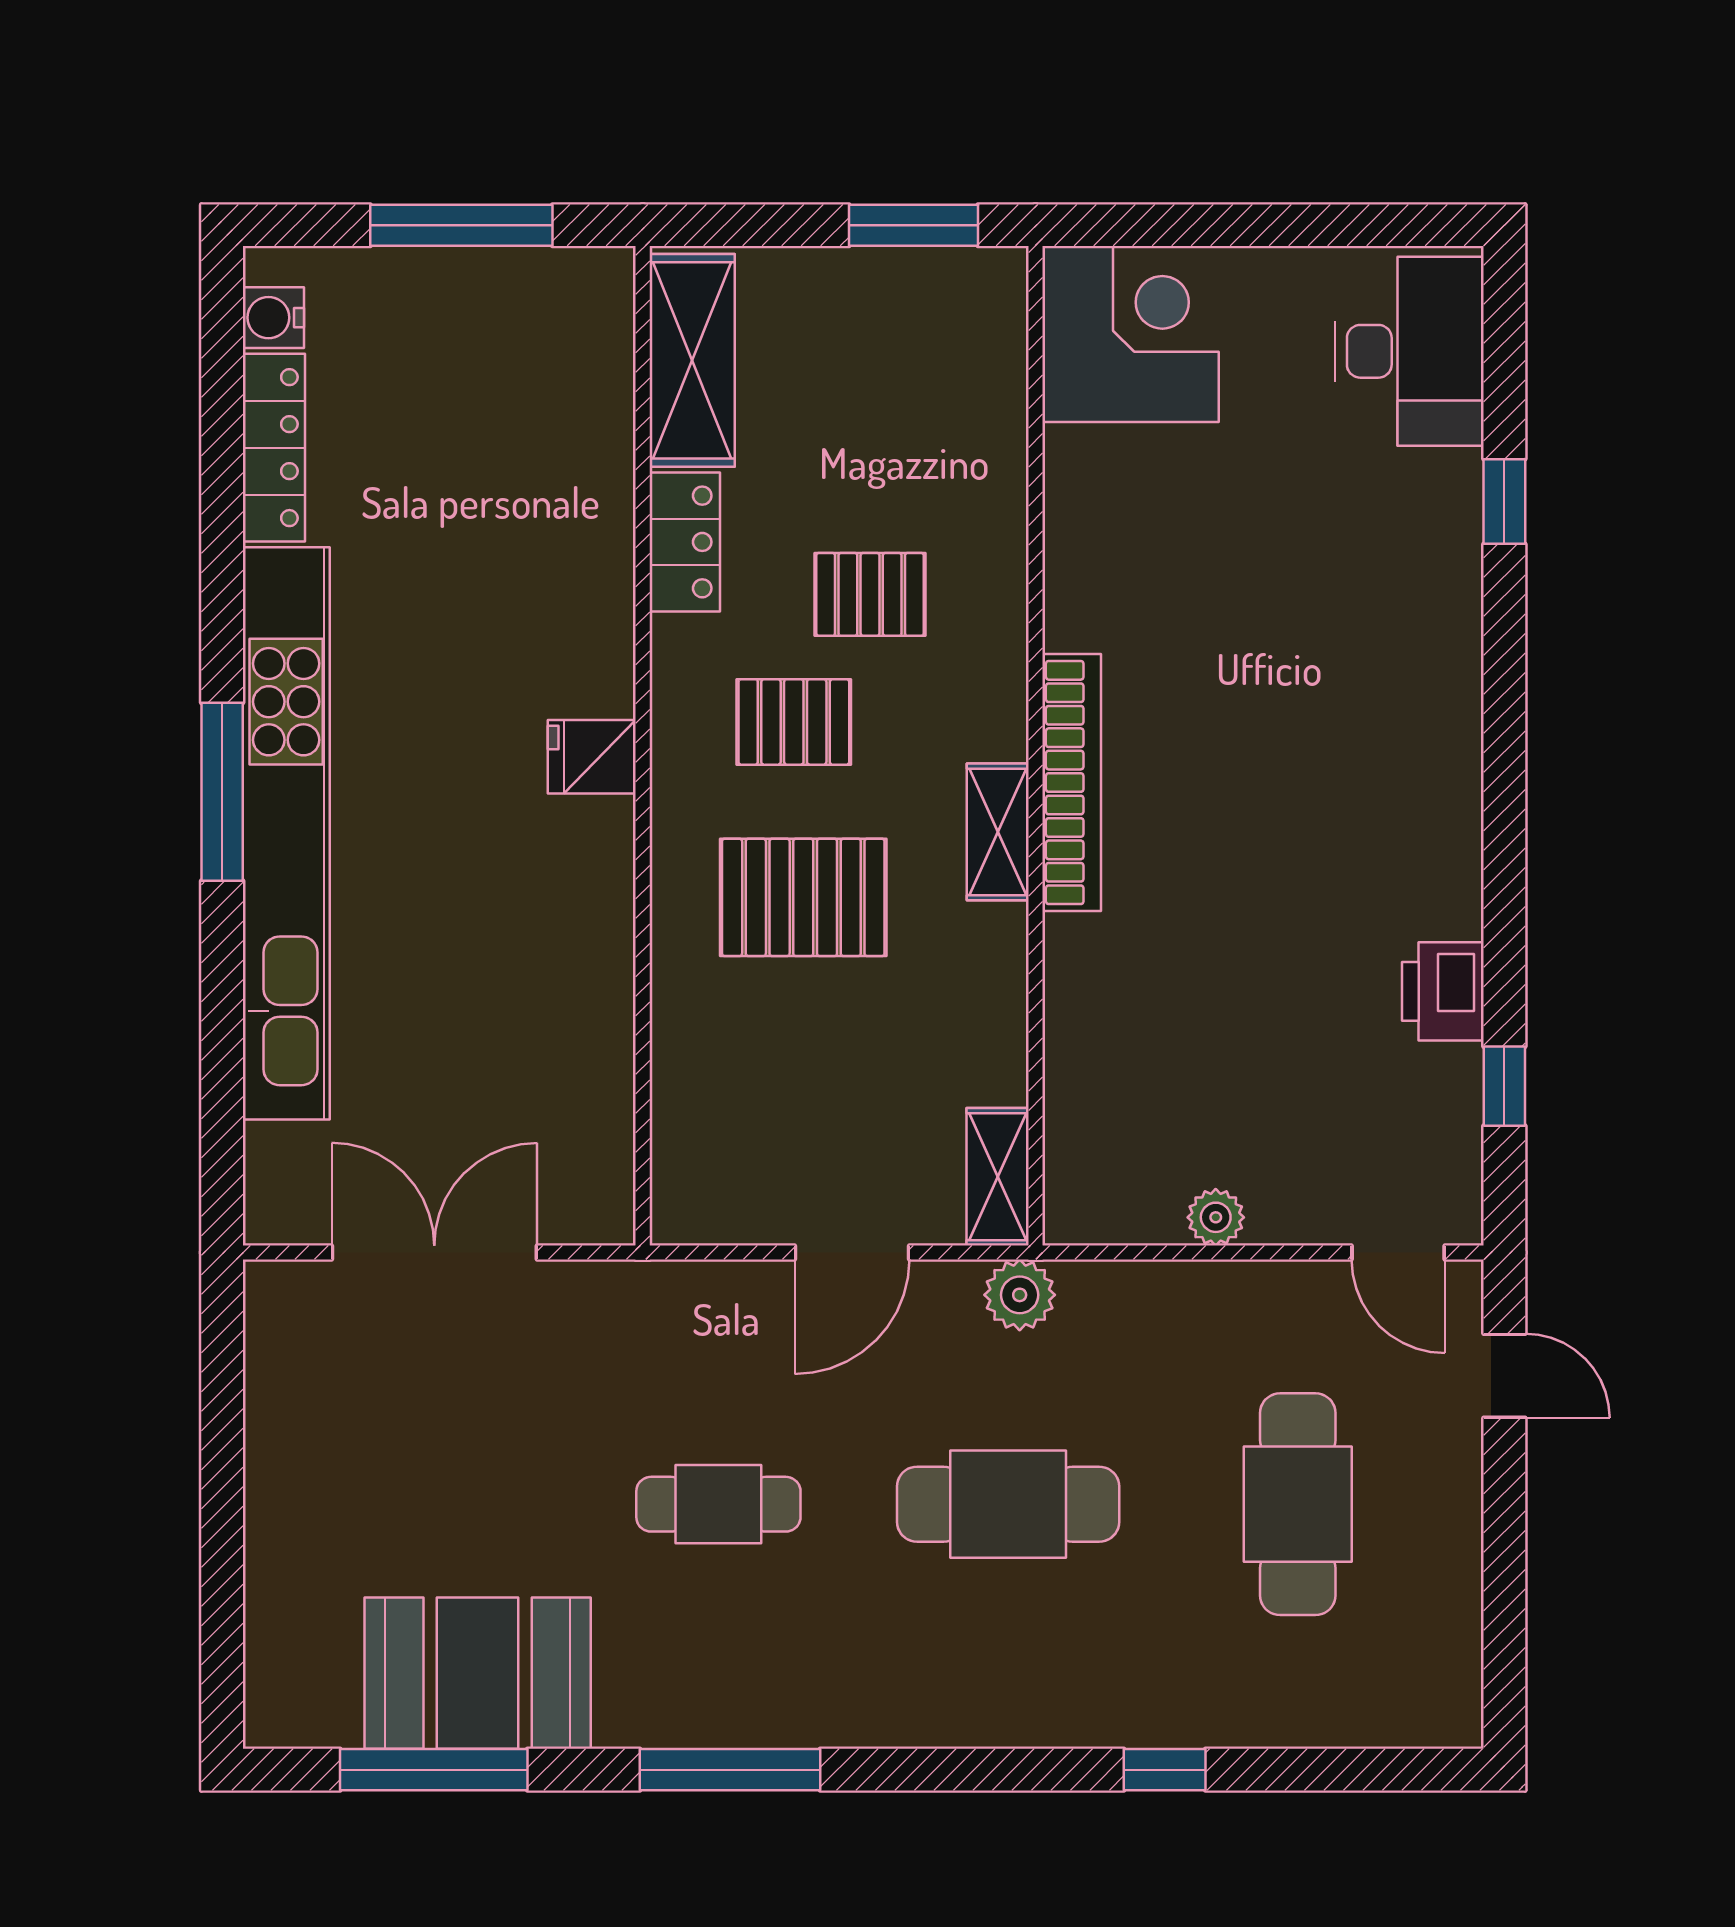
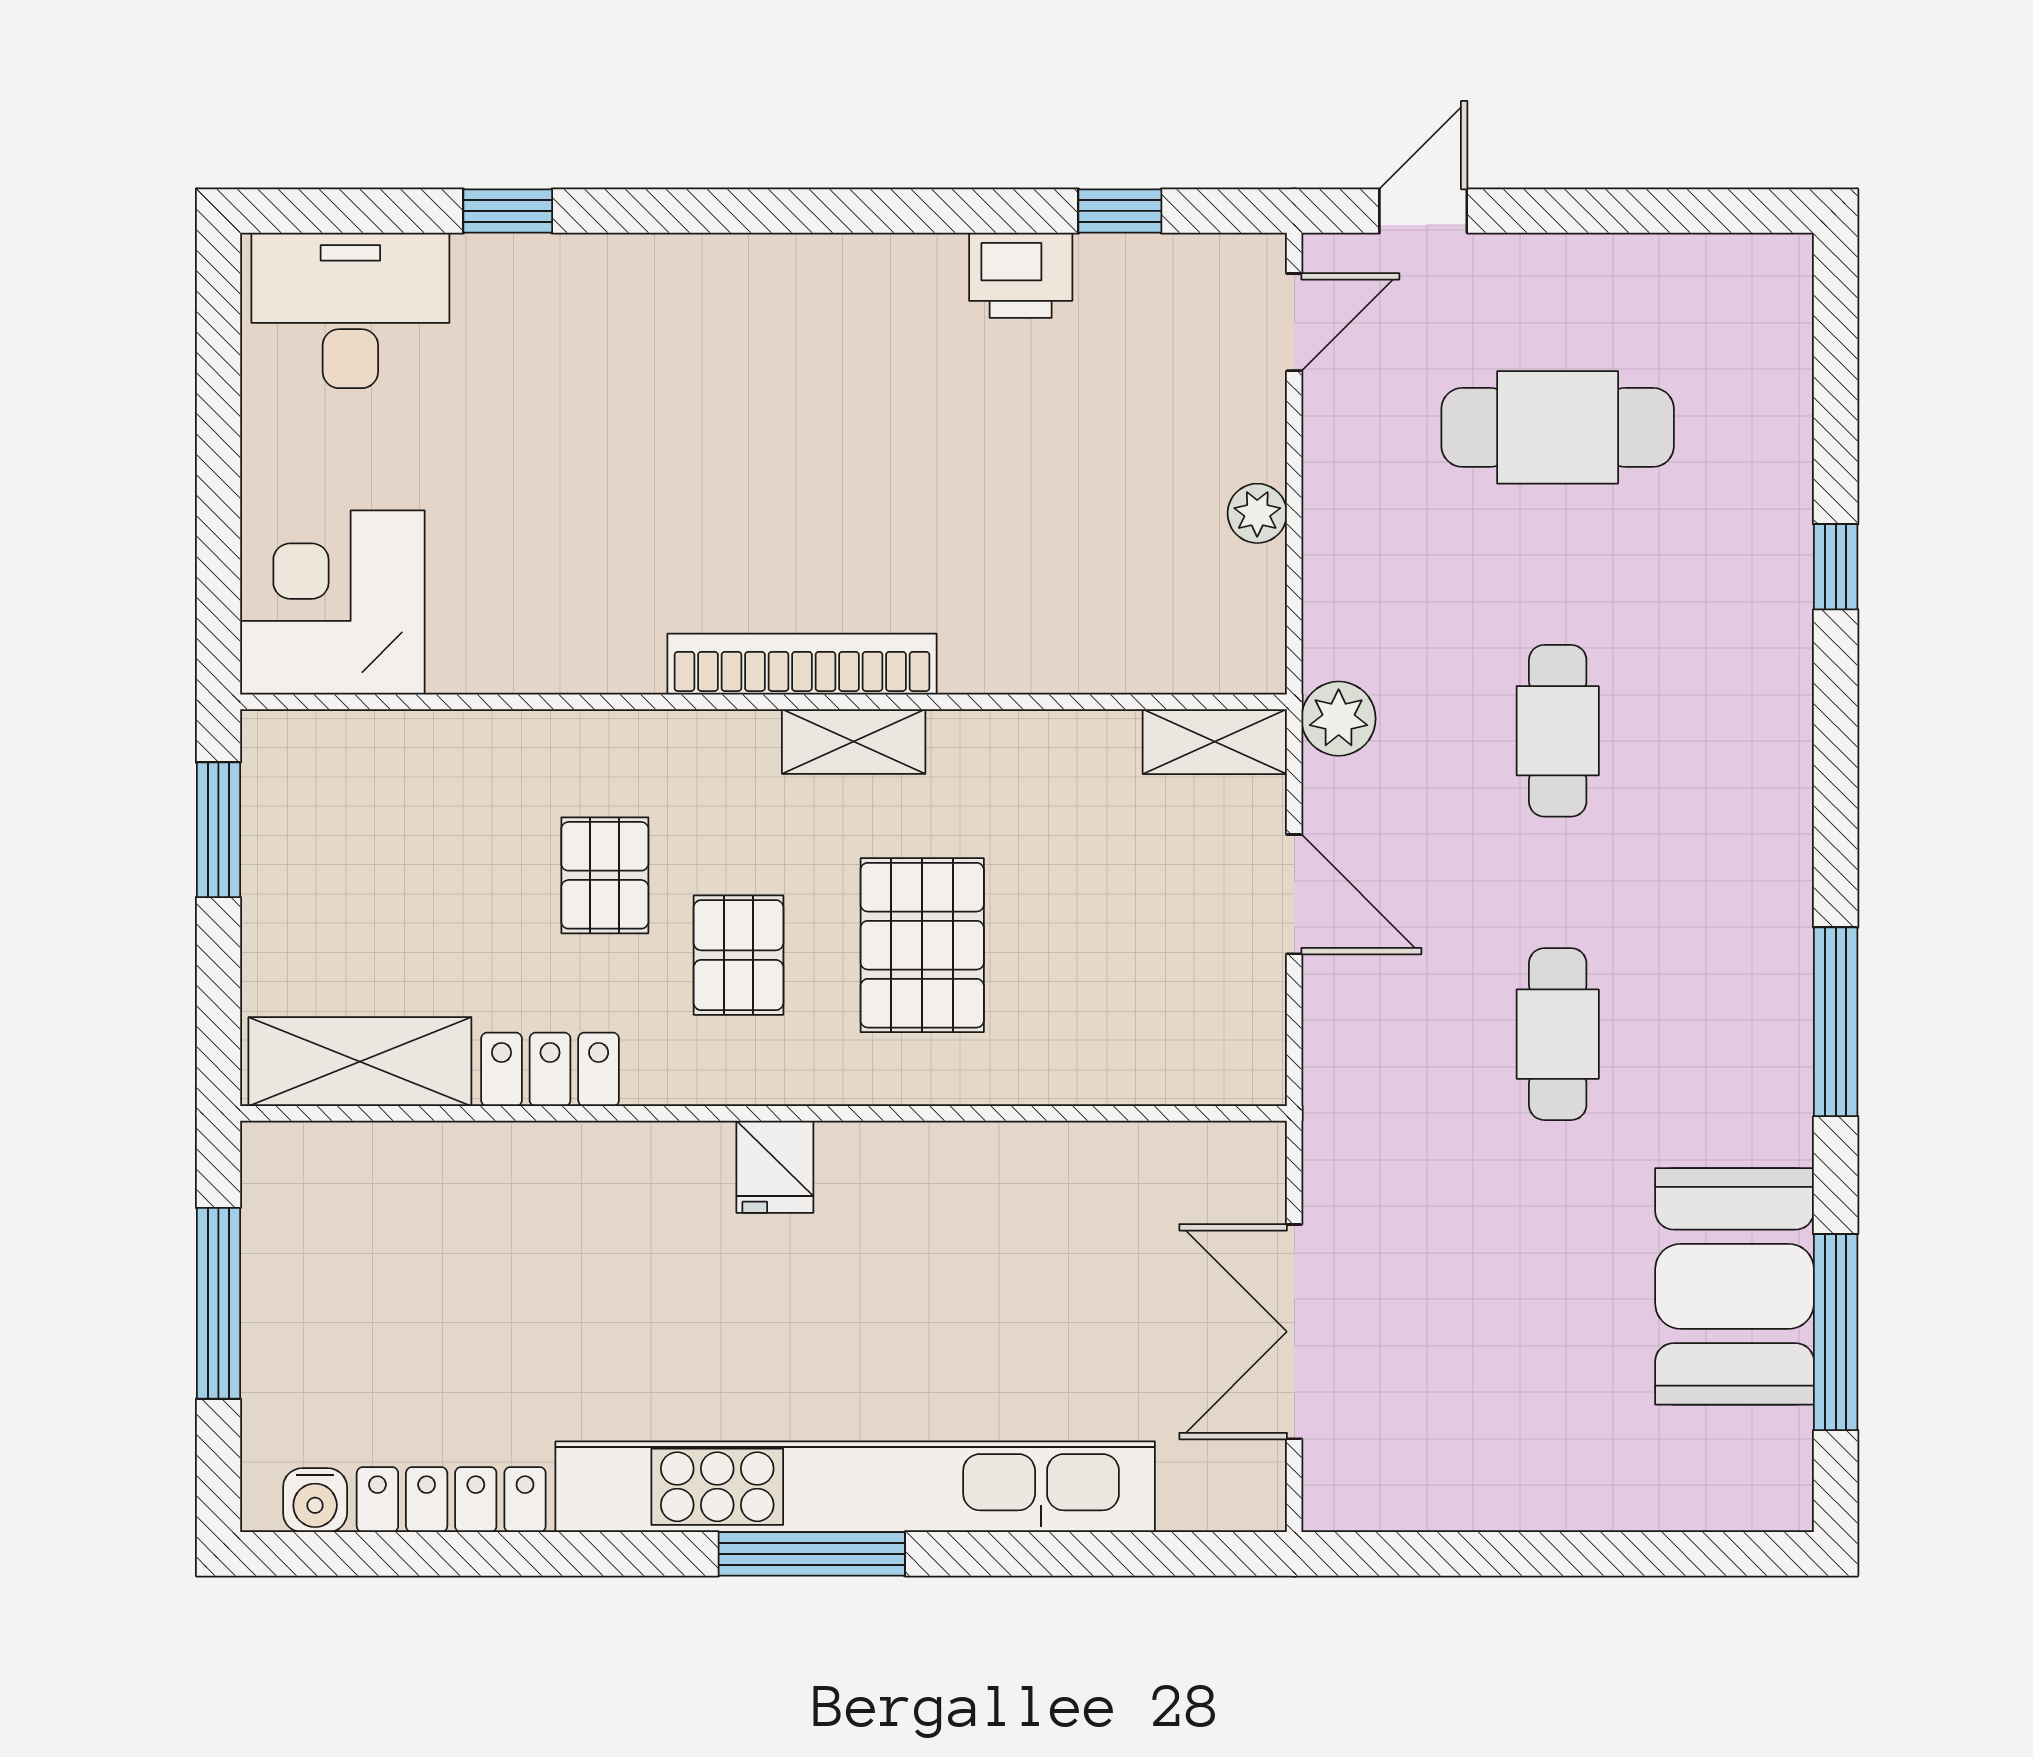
cafe table: (1008, 1504) -> (1558, 731), width x0.73, depth x0.74

